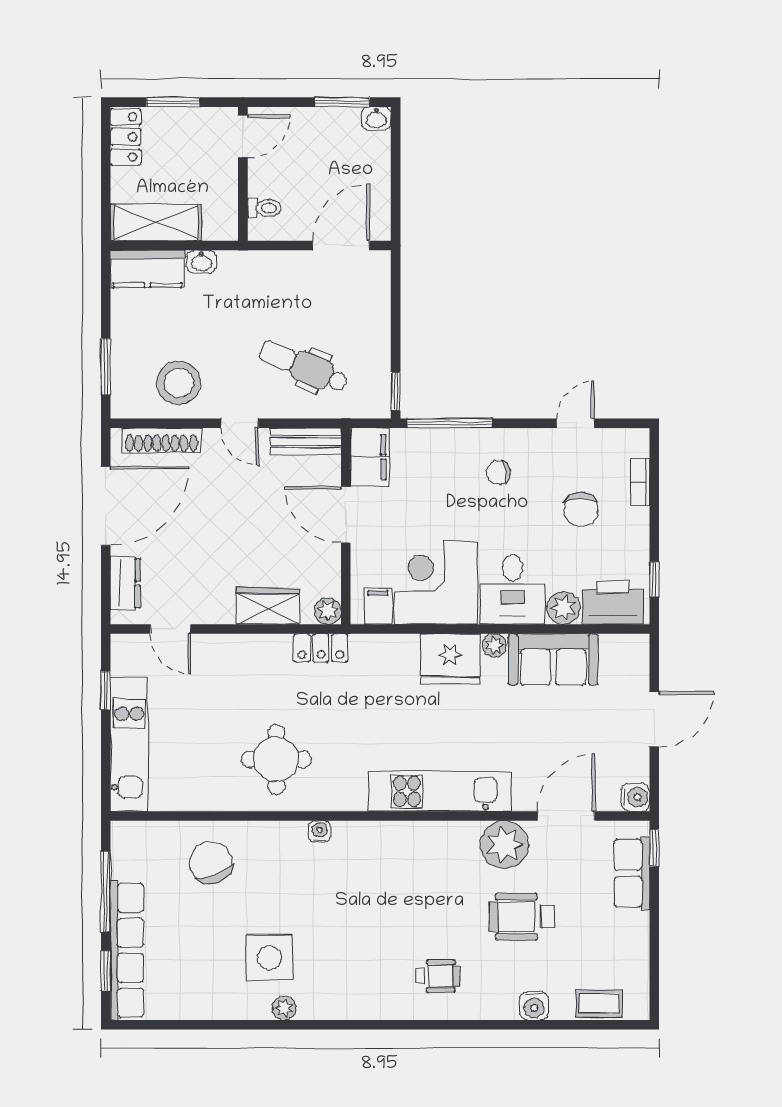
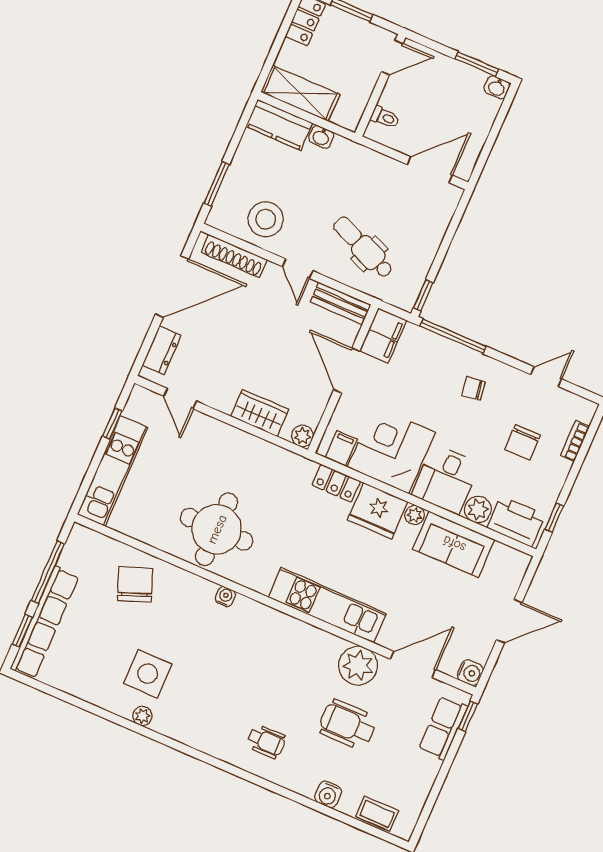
locker: (321, 648) -> (336, 483), moved
round table: (276, 759) -> (217, 529), width x1.36, depth x1.36

